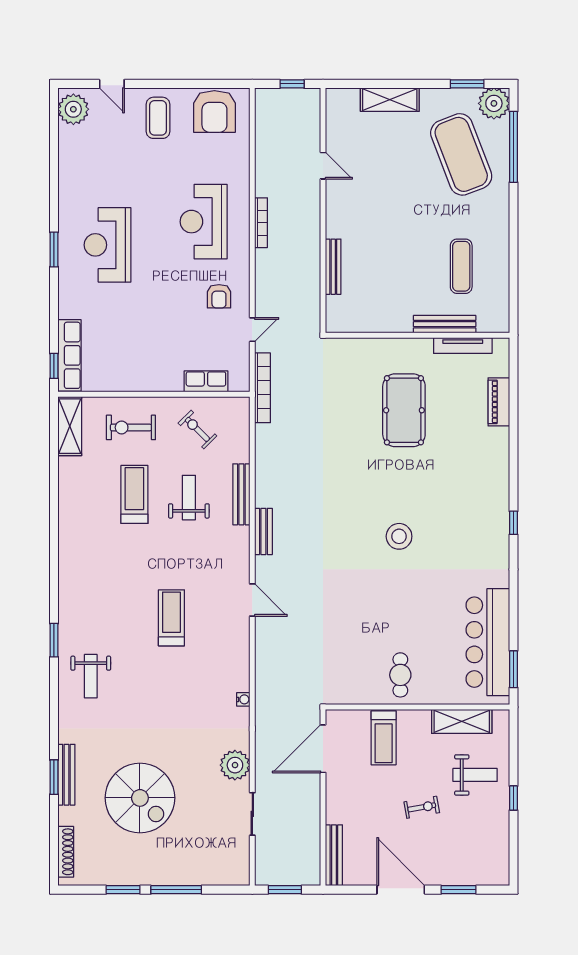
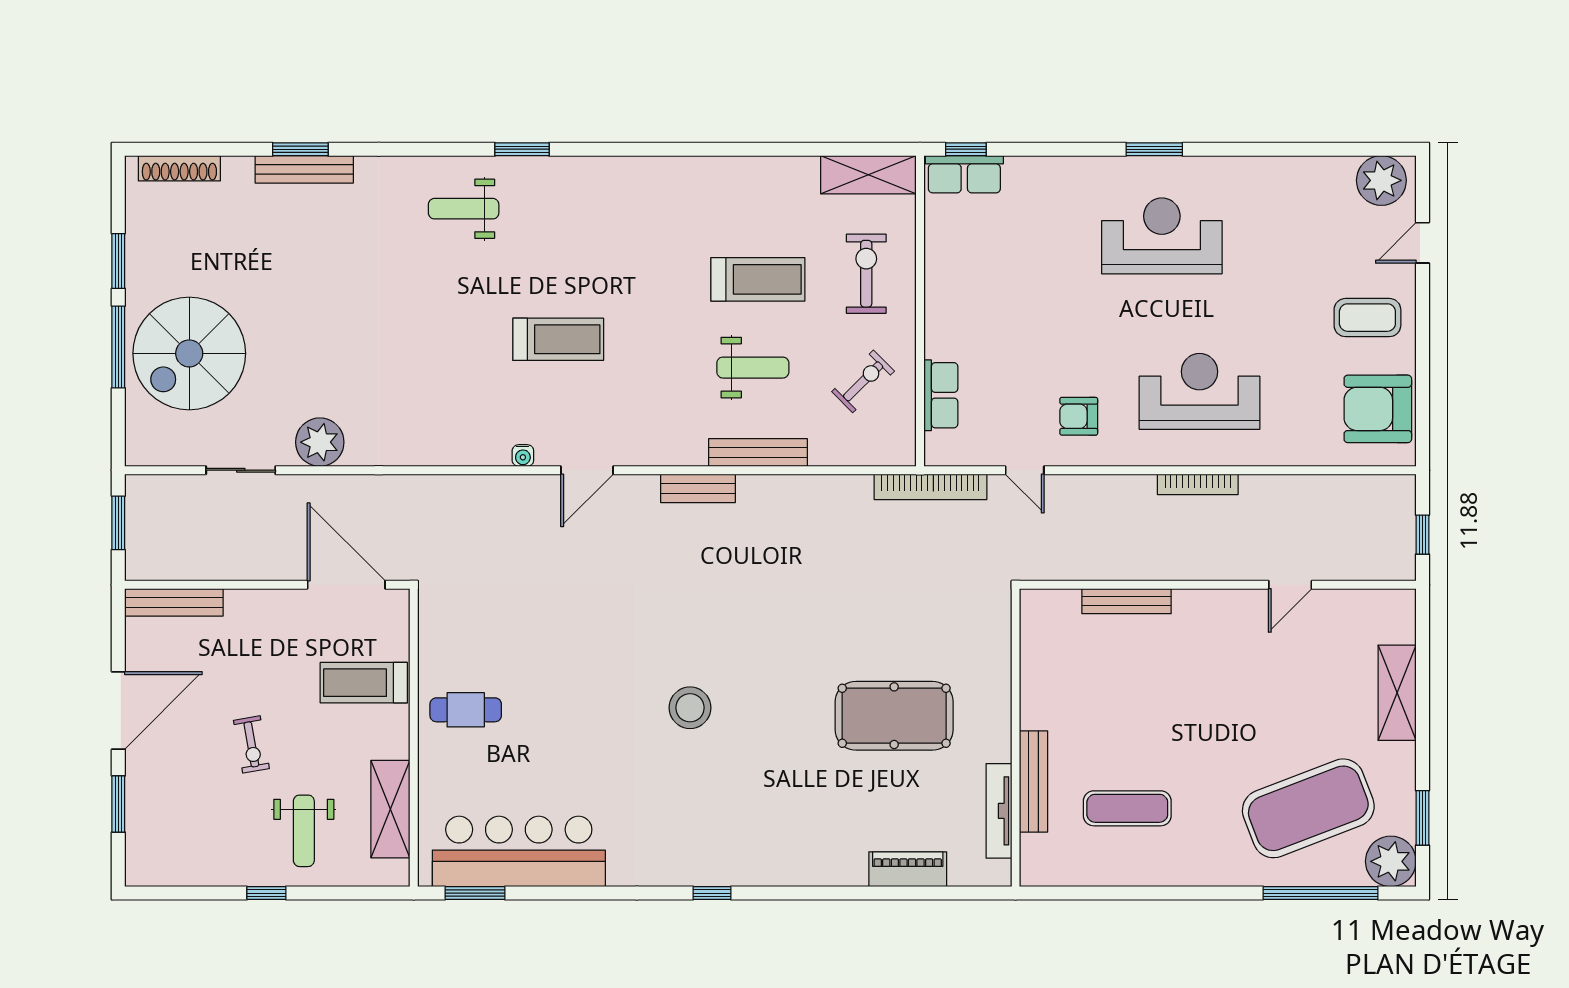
row of seats: (69, 355) -> (964, 174), width x0.68
water cooler: (243, 699) -> (523, 456), moved
spiral stairs: (140, 798) -> (189, 353), moved

